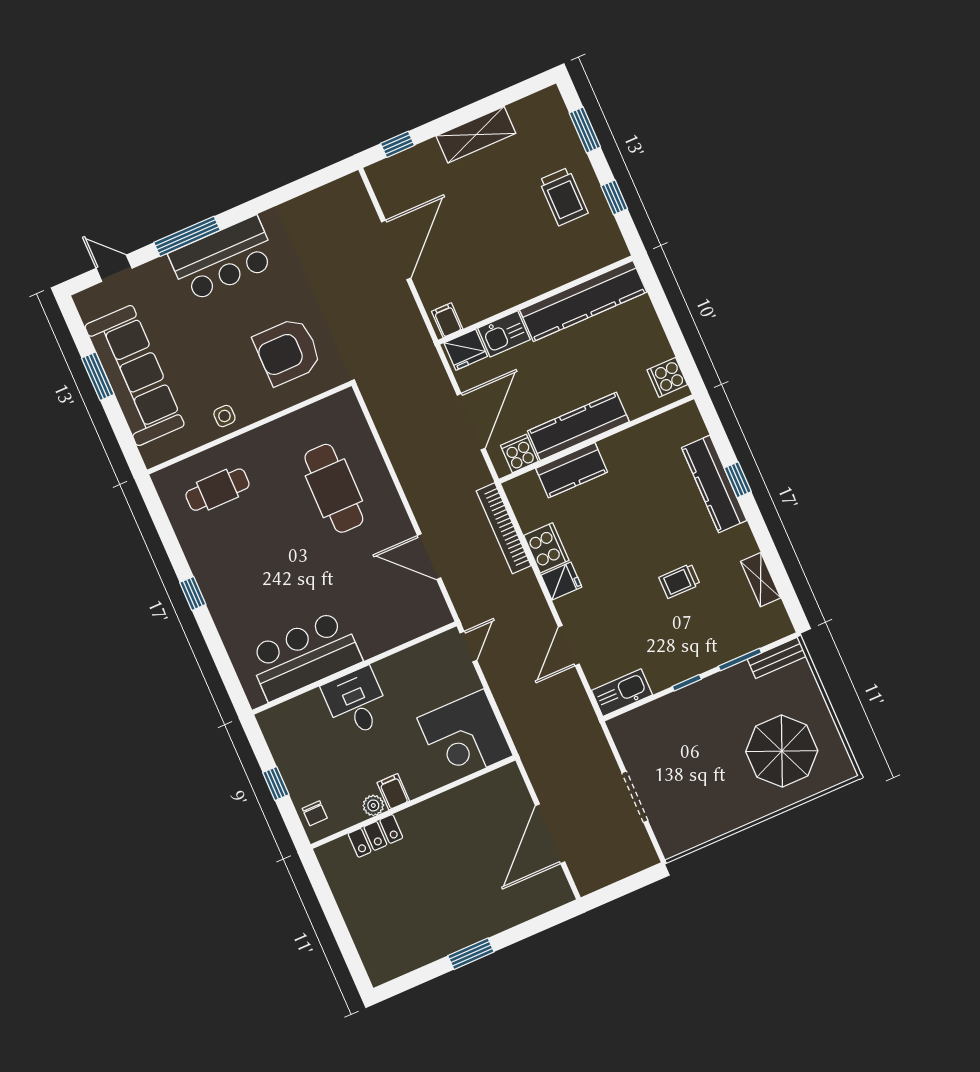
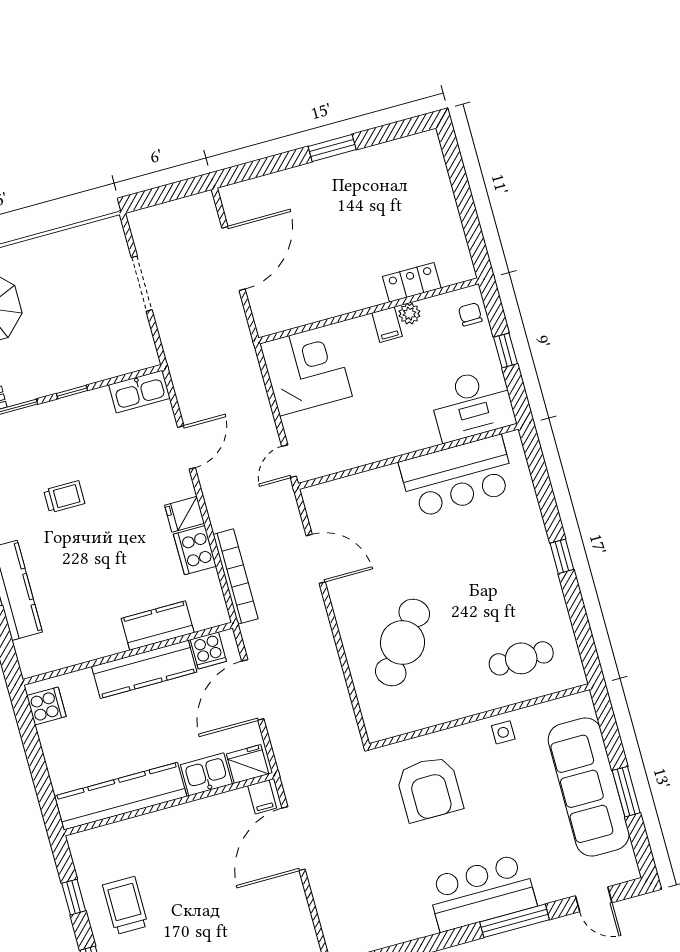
door: (396, 250) -> (294, 839), moved
armchair: (288, 351) -> (429, 789), turned 90
cafe table: (334, 488) -> (402, 642), turned 37
desk: (356, 702) -> (472, 405), moved, width x1.37

